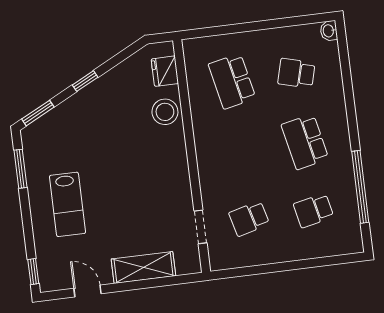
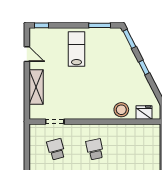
school desk: (232, 81) -> (95, 149), moved, width x0.54
lab bench: (67, 204) -> (76, 49), turned 90
door: (87, 291) -> (27, 54), hinge flipped

